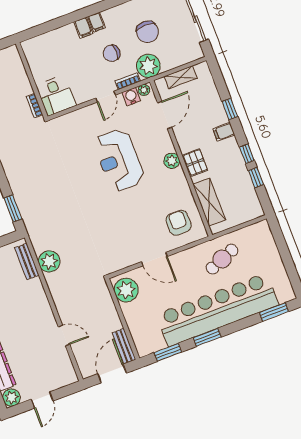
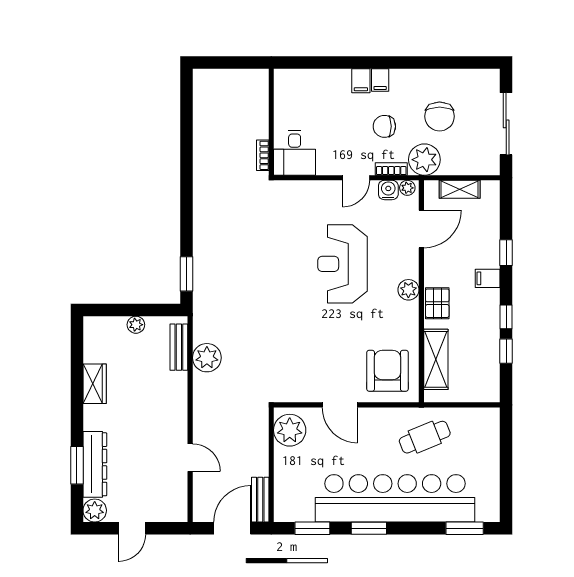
armchair: (179, 223) -> (387, 371), width x1.36, depth x1.36

